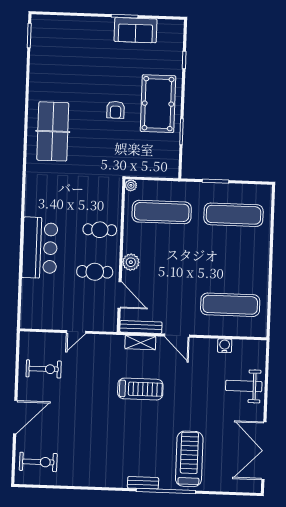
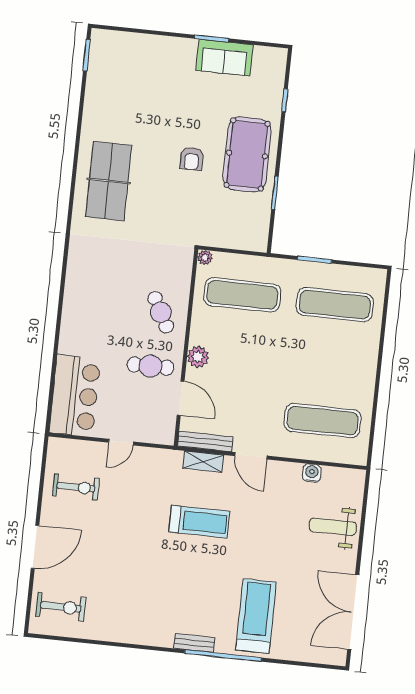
cafe table: (100, 230) -> (161, 312), turned 62
bar counter: (40, 248) -> (75, 396), moved

